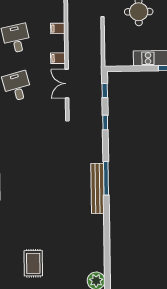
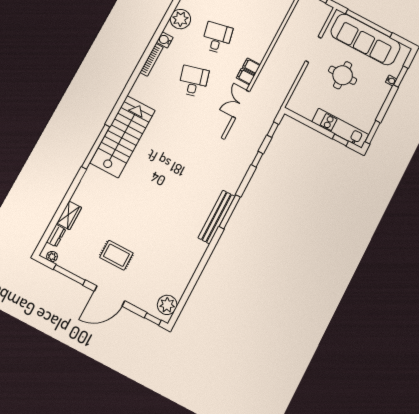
filing cabinet: (58, 28) -> (251, 66), moved
rug: (33, 263) -> (116, 255), turned 90

